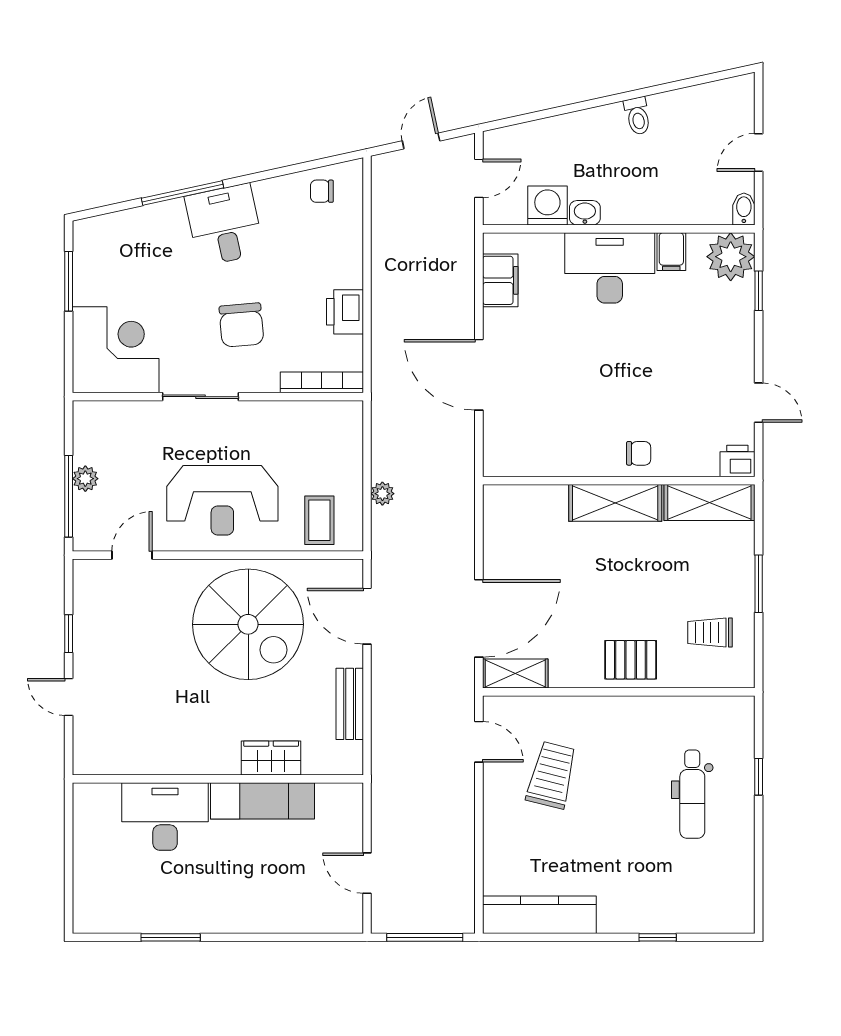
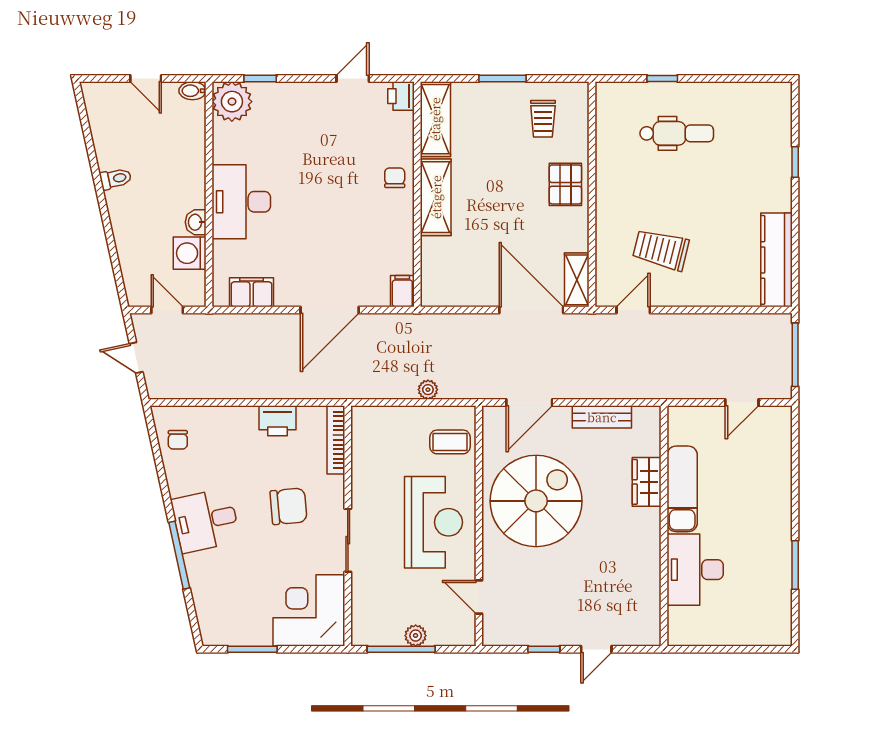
filing cabinet: (671, 252) -> (402, 291), moved, turned -90
window: (69, 496) -> (401, 649), moved

